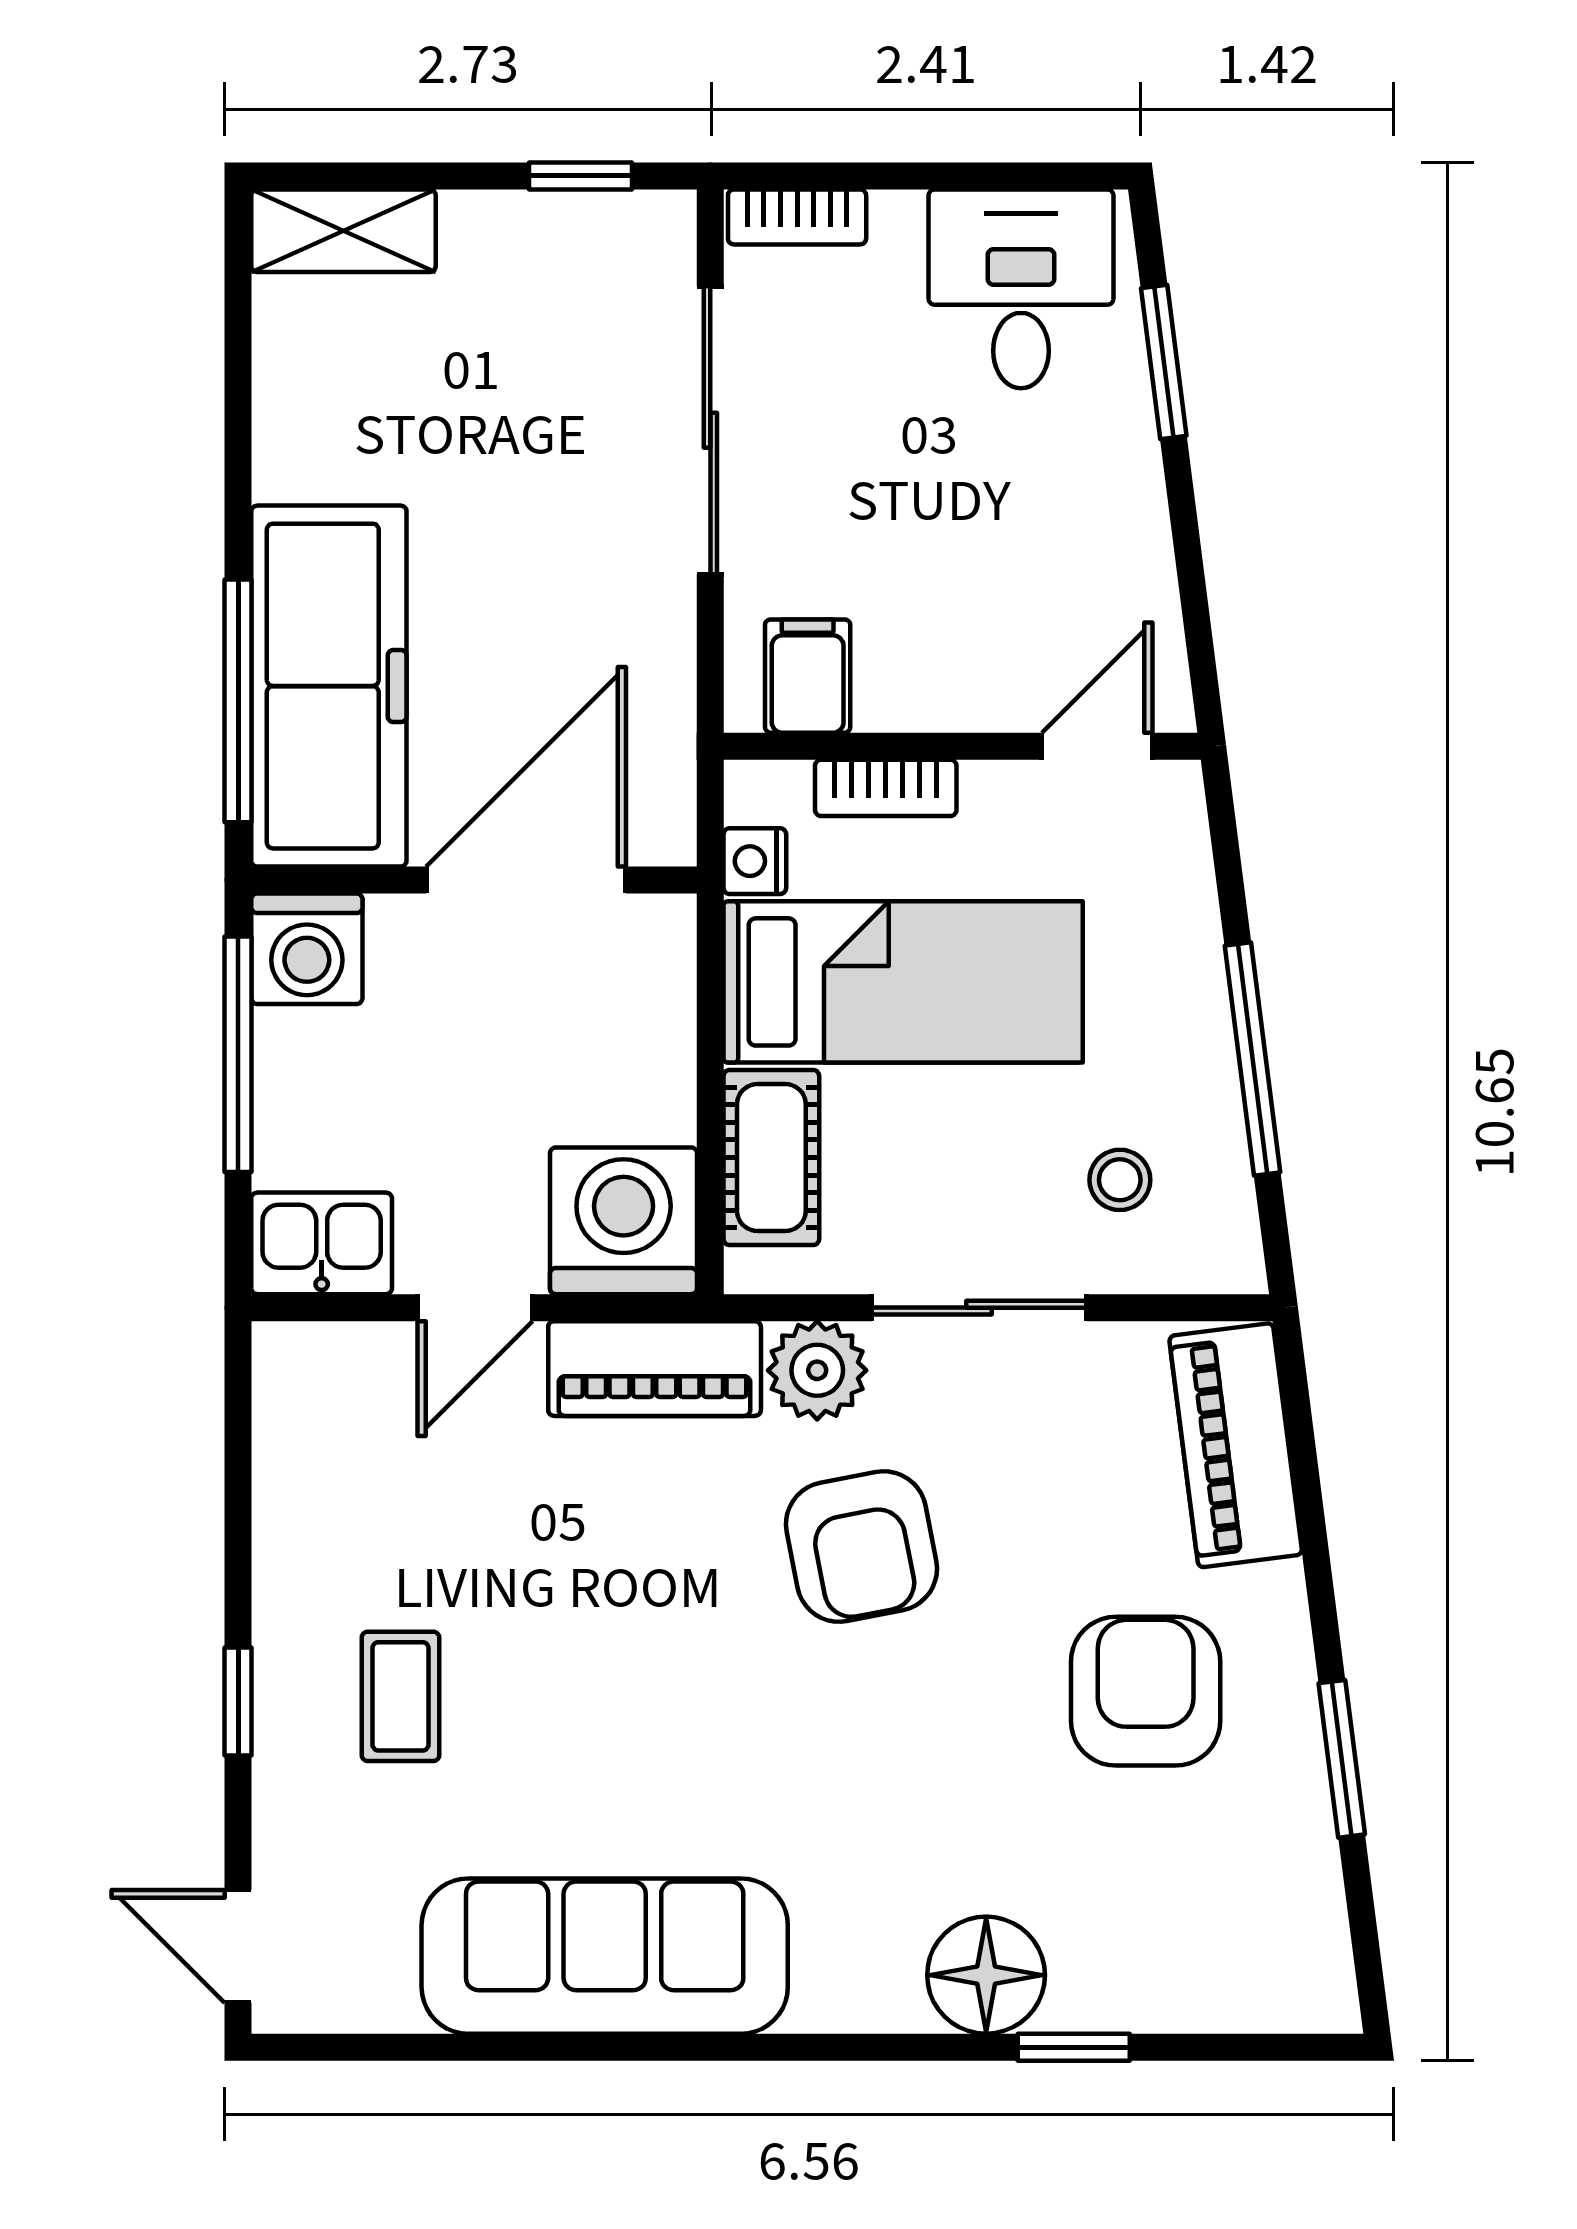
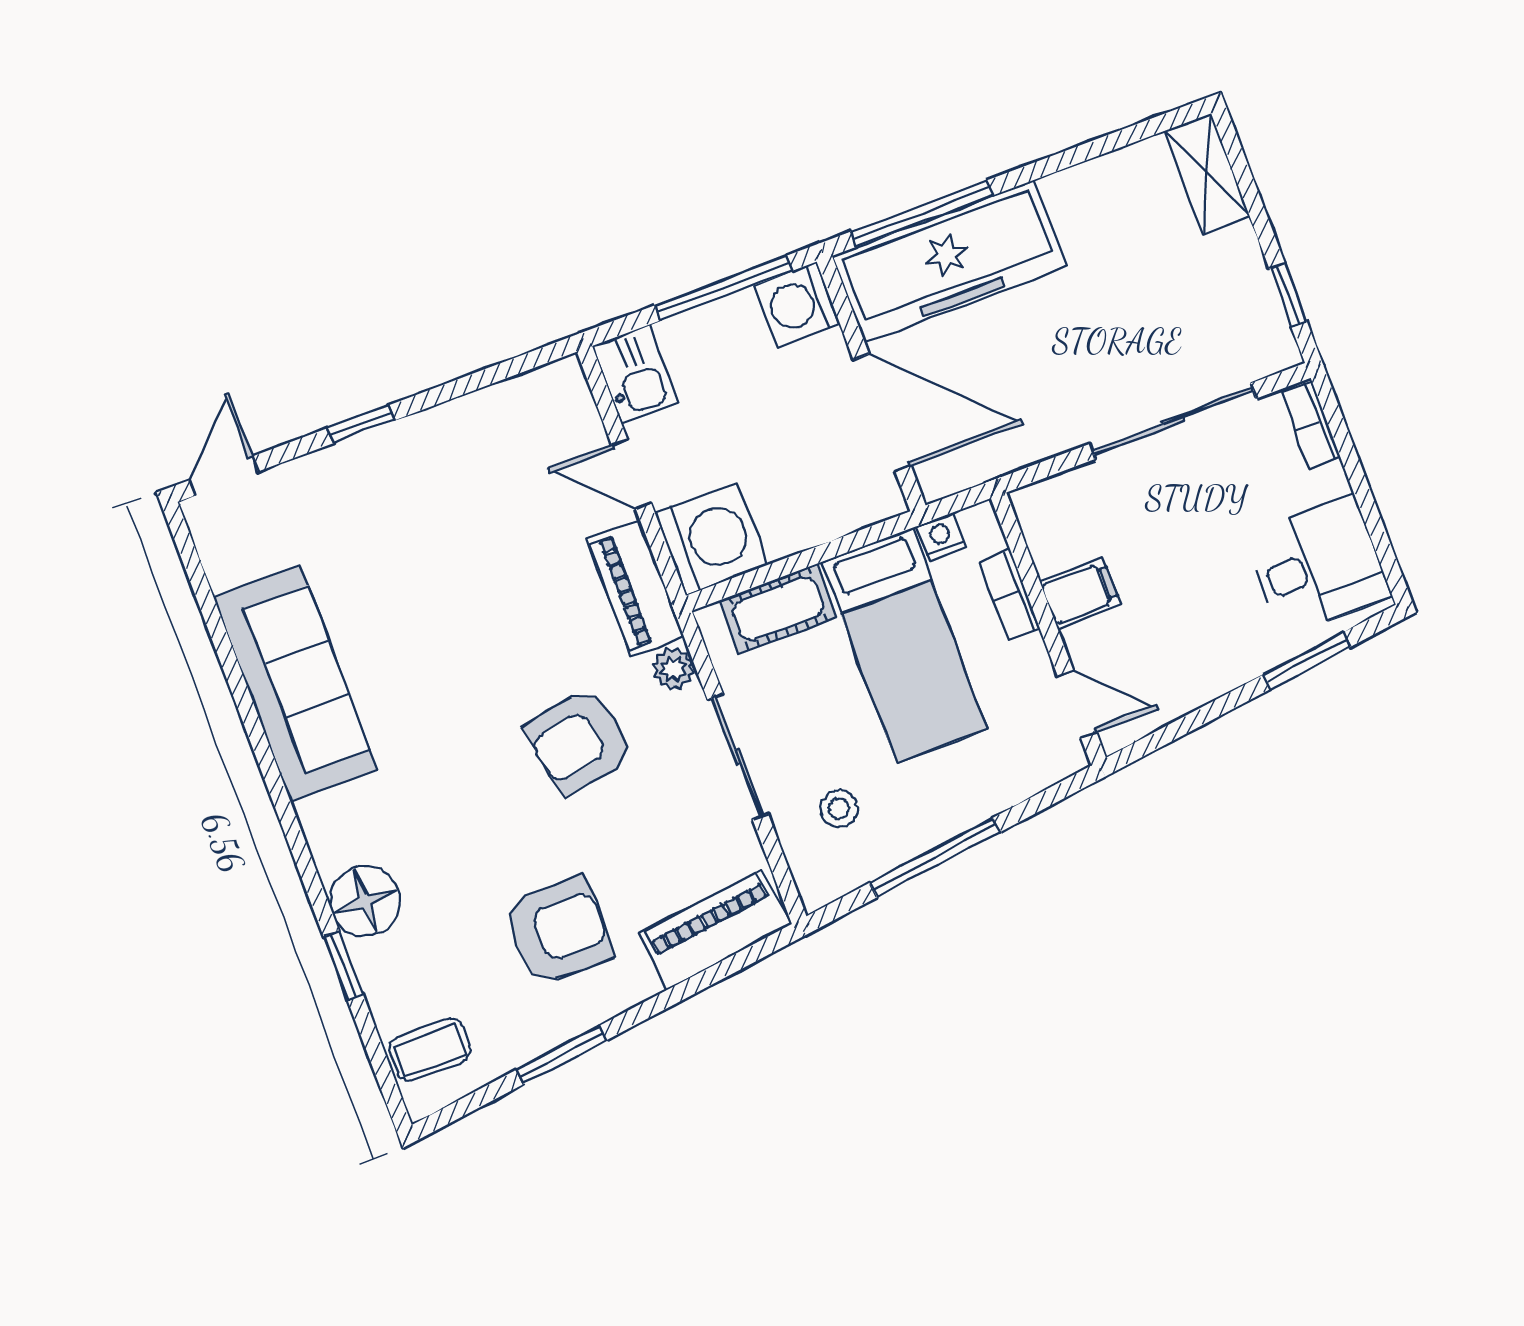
filing cabinet: (808, 676) -> (1080, 593), moved
plant: (817, 1370) -> (673, 669), width x0.73, depth x0.73
coffee table: (400, 1696) -> (430, 1050), moved

